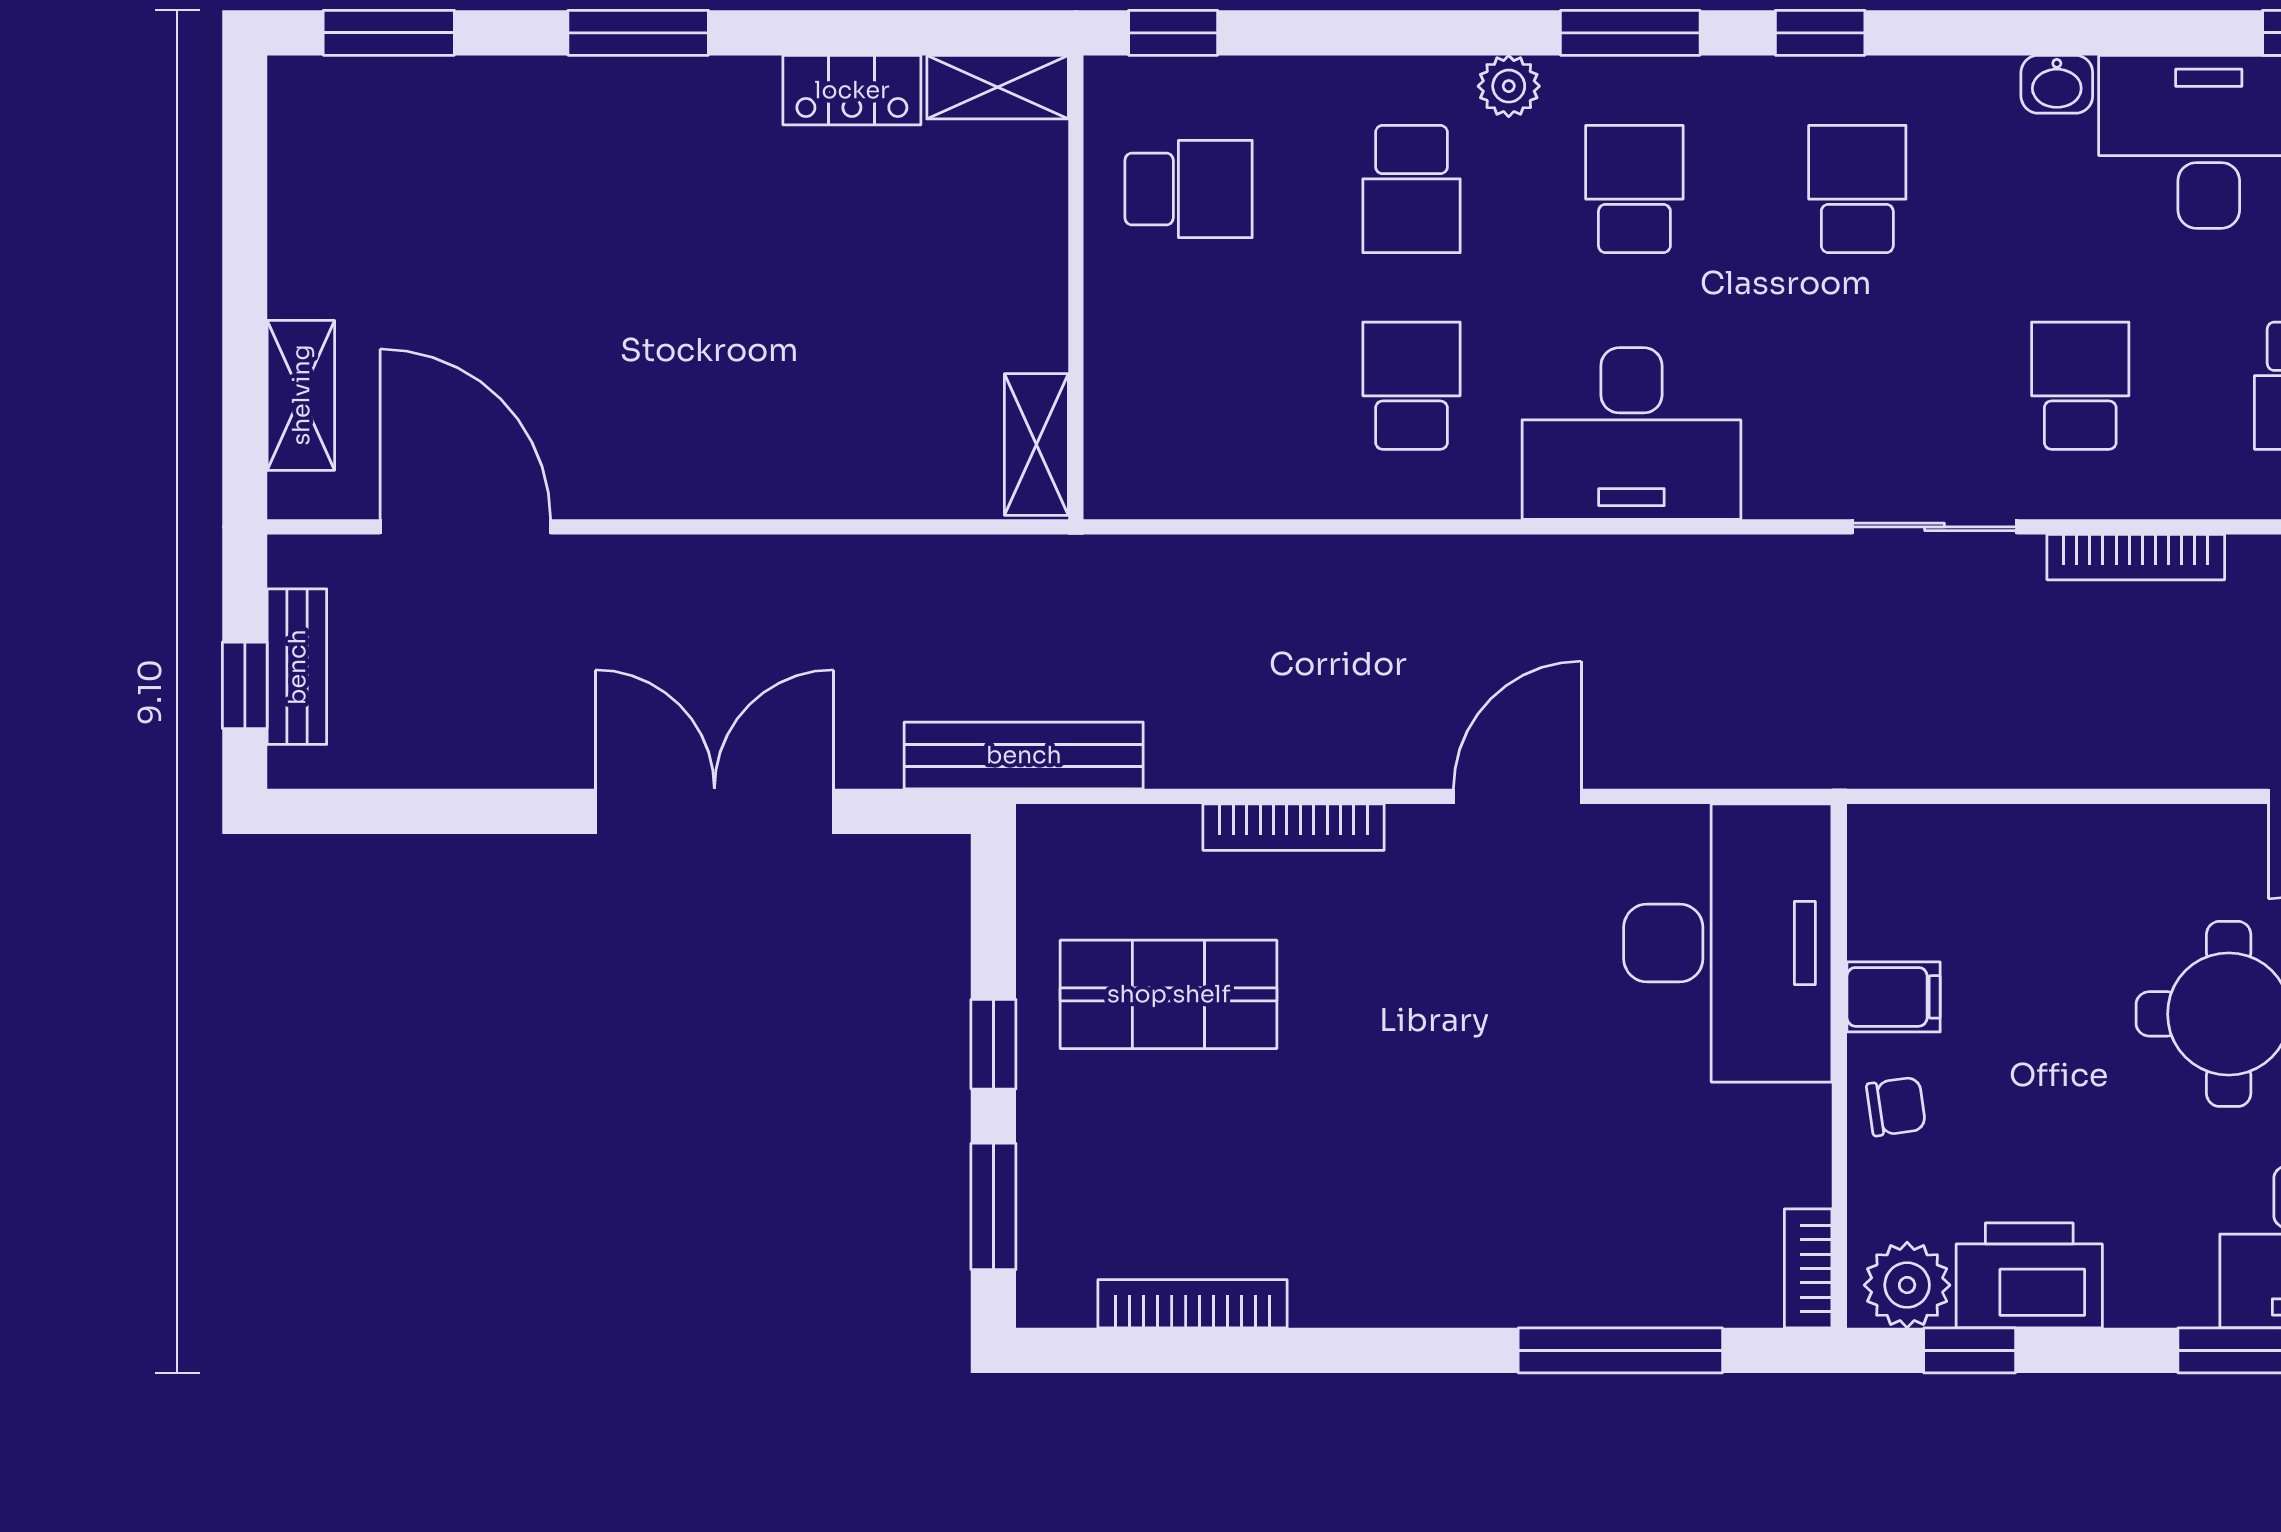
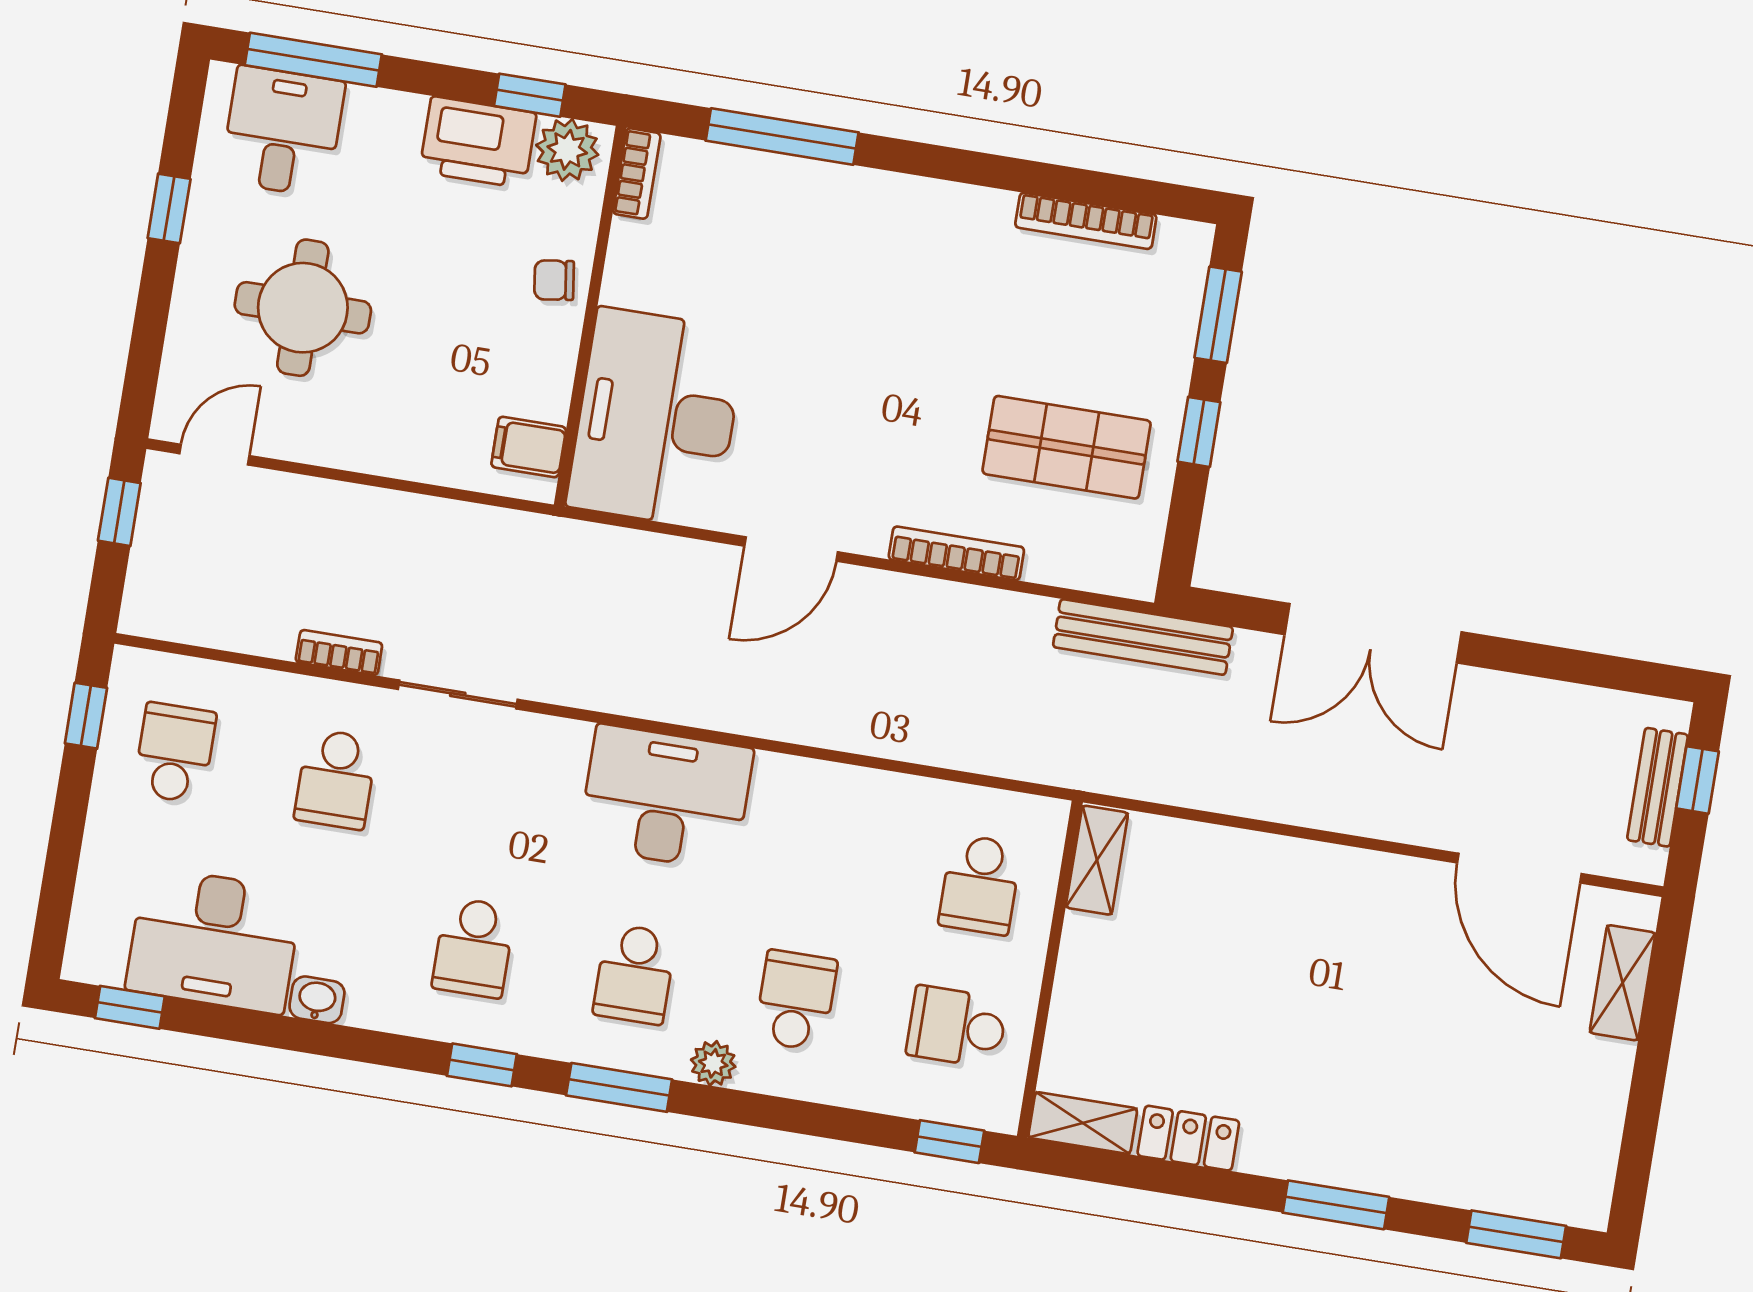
school desk: (1411, 386) -> (980, 885), moved
bookcase: (2136, 557) -> (339, 653), width x0.64
filing cabinet: (1894, 997) -> (529, 447), moved

